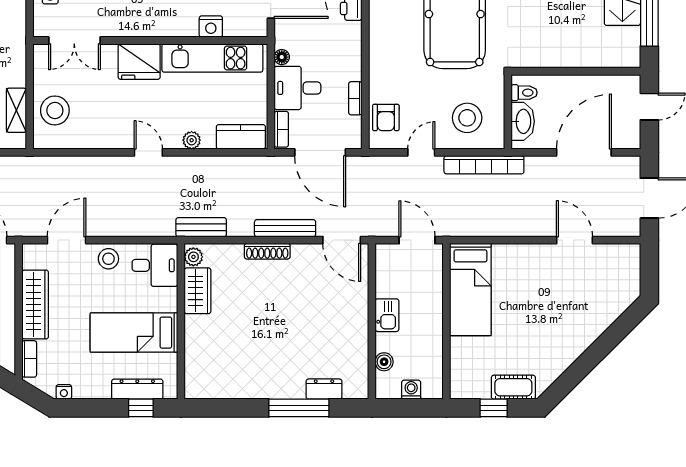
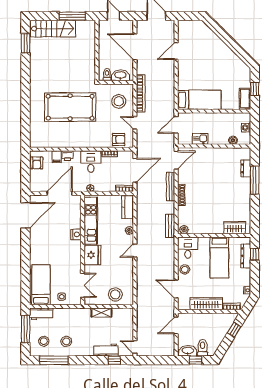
nightstand: (211, 27) -> (76, 234), moved
desk: (297, 88) -> (91, 162), moved, turned 180
shelving: (16, 110) -> (101, 313), moved
wardrobe: (198, 291) -> (235, 228), moved
kitchen sink: (387, 315) -> (200, 139), moved
cot: (513, 387) -> (245, 98), moved

